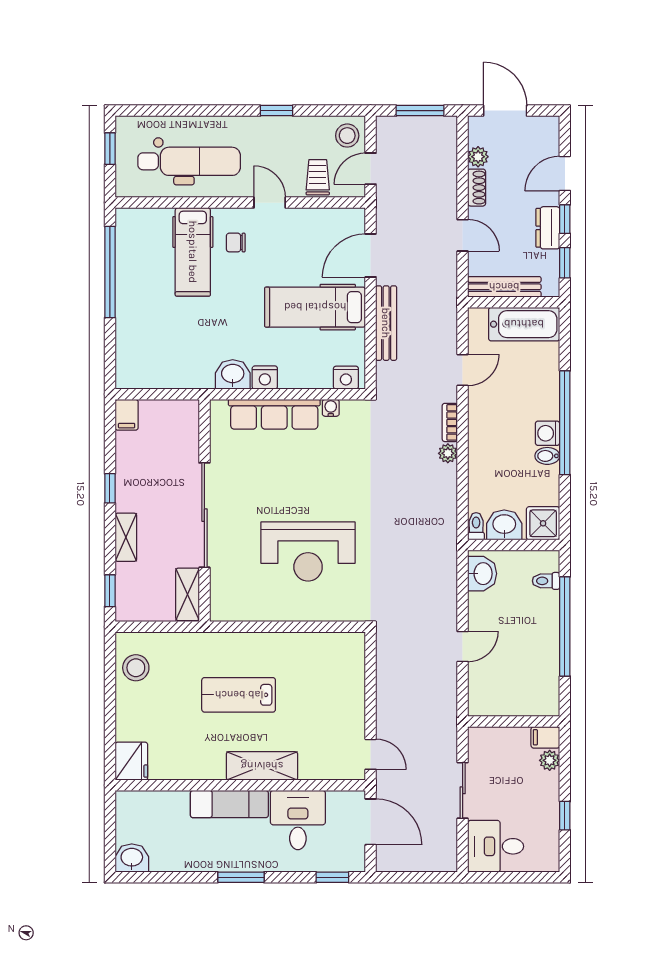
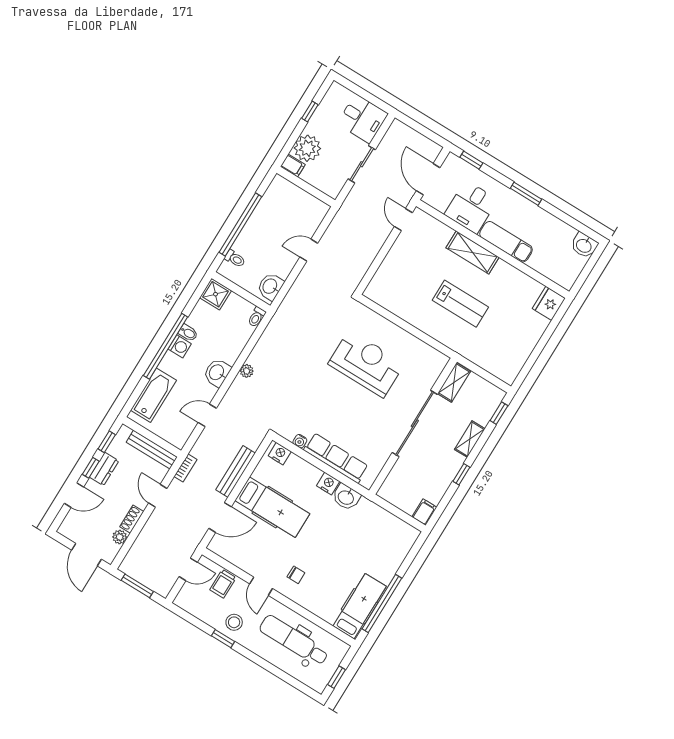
stool: (347, 136) -> (234, 622), moved
hospital bed: (193, 252) -> (360, 606), moved
bathtub: (524, 324) -> (153, 395), moved, turned 90
bookcase: (450, 422) -> (185, 468), moved
washbasin: (504, 525) -> (217, 373), moved, turned 90
stool: (136, 668) -> (512, 358), removed
plant: (550, 760) -> (307, 148), width x1.88, depth x1.88

